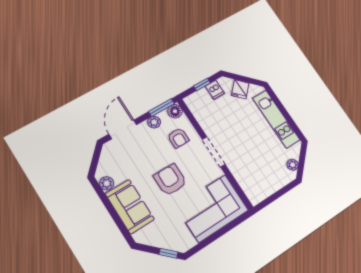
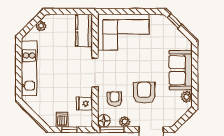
fridge: (240, 89) -> (84, 103), moved, turned -135
armchair: (170, 180) -> (144, 93), moved, turned 180
kitchen counter: (251, 186) -> (84, 30), added

